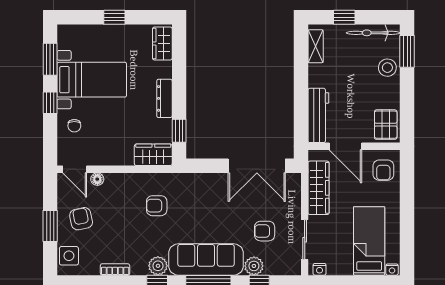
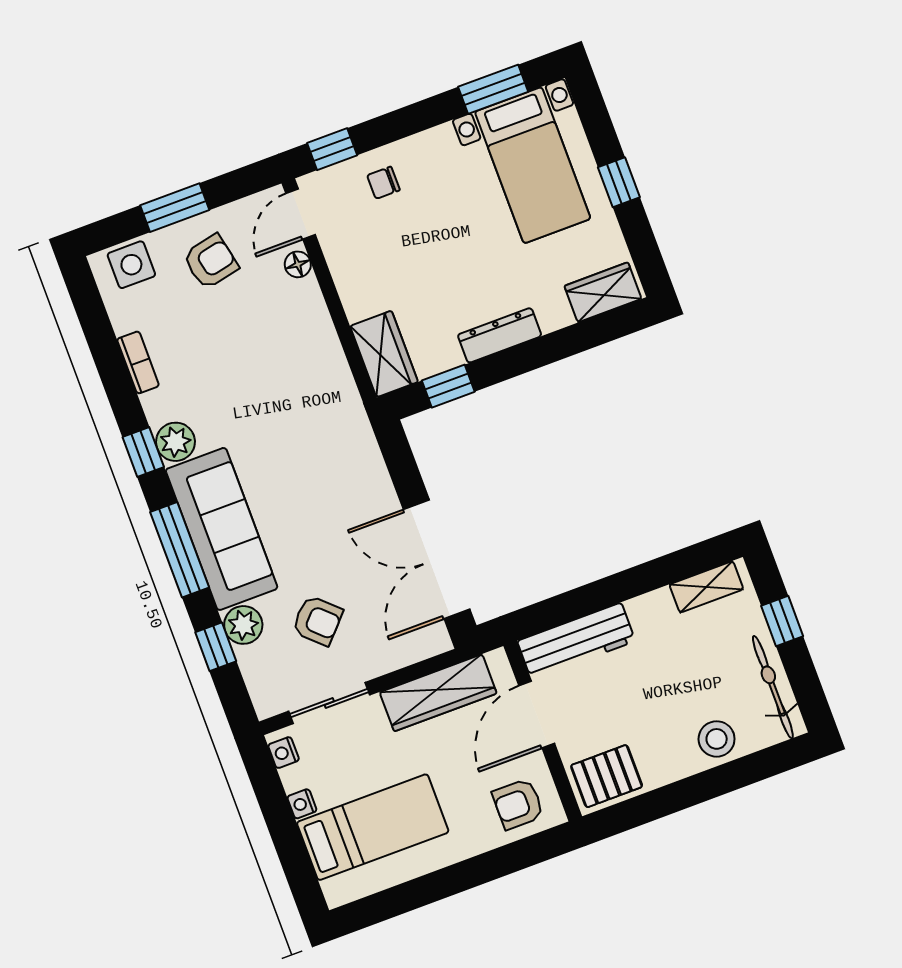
window: (407, 51) -> (762, 765), removed
bed with nightstands: (92, 80) -> (533, 165), moved
window: (50, 103) -> (332, 149), moved
armchair: (157, 206) -> (289, 397), removed
armchair: (265, 231) -> (317, 621), turned 133
nightstand: (392, 270) -> (302, 804), moved

